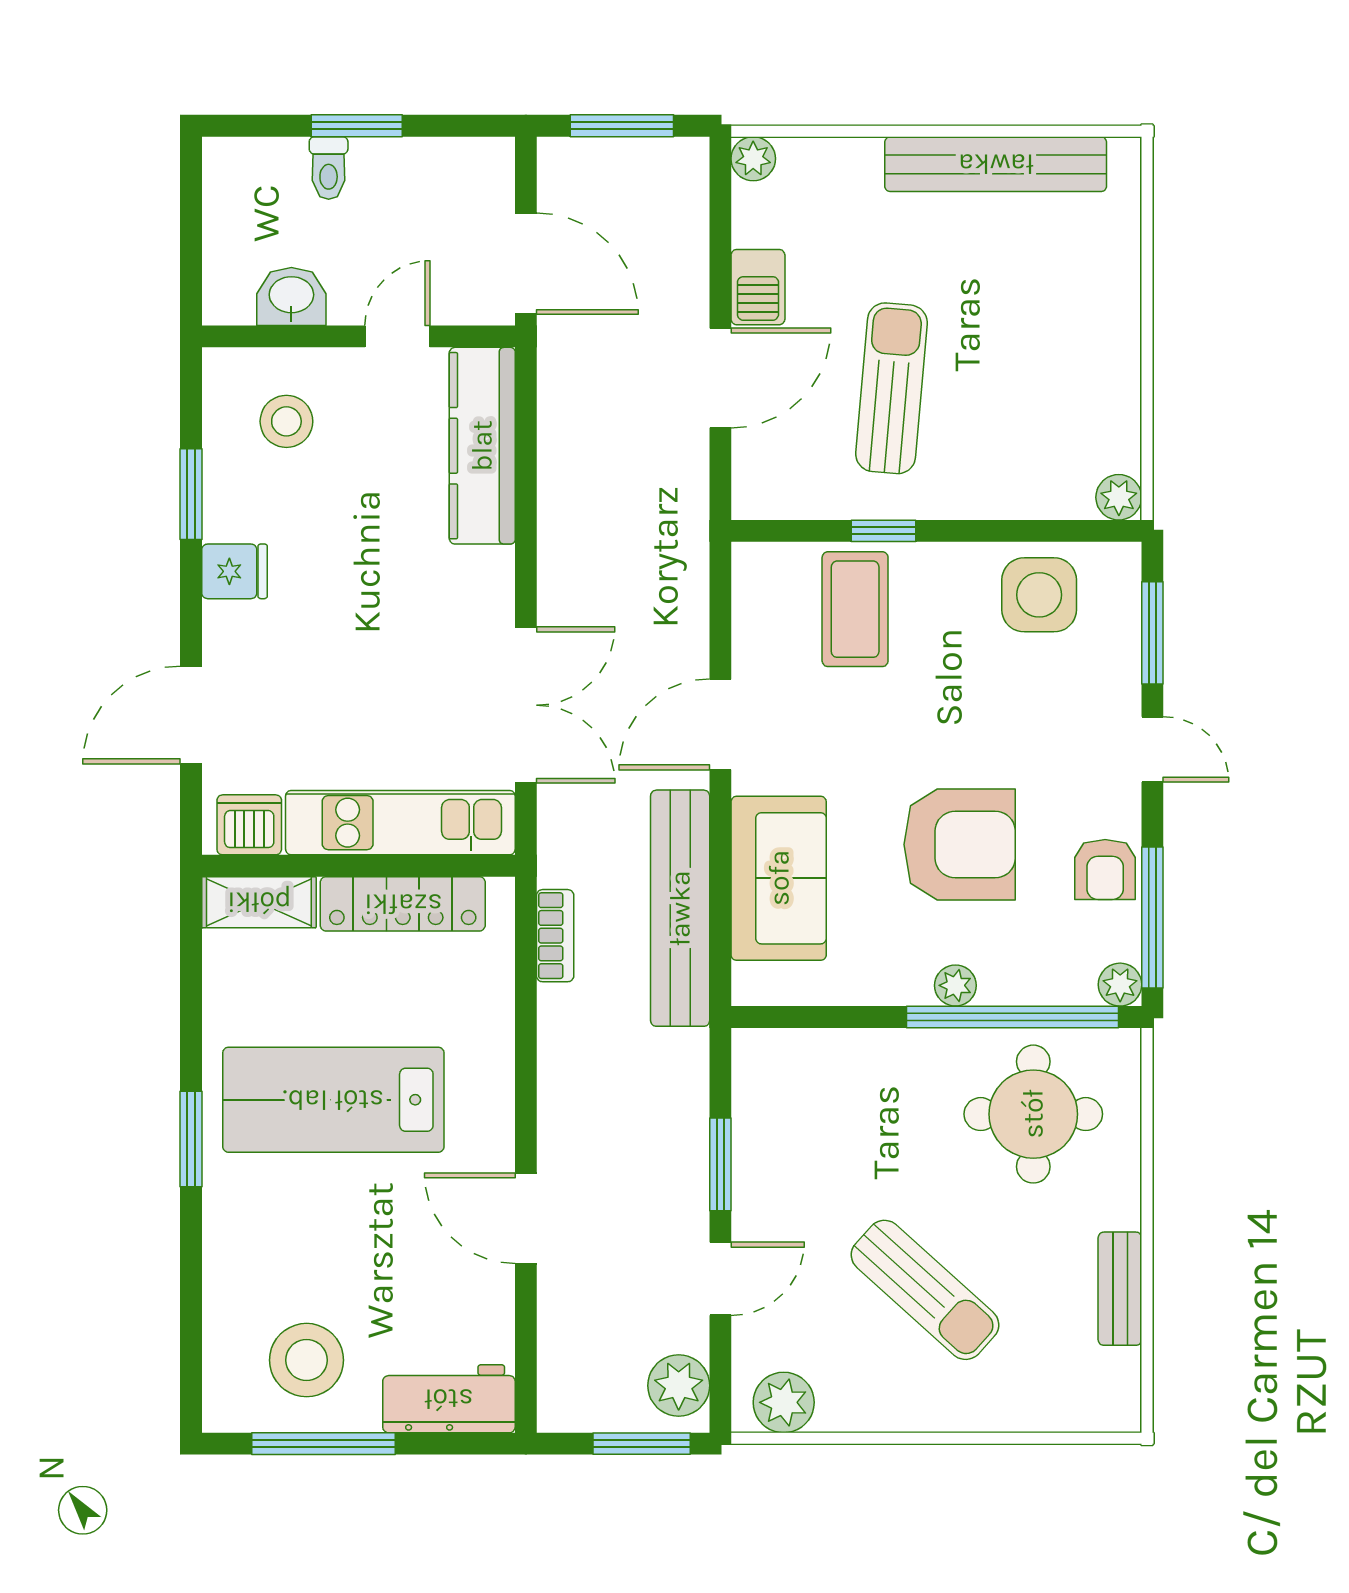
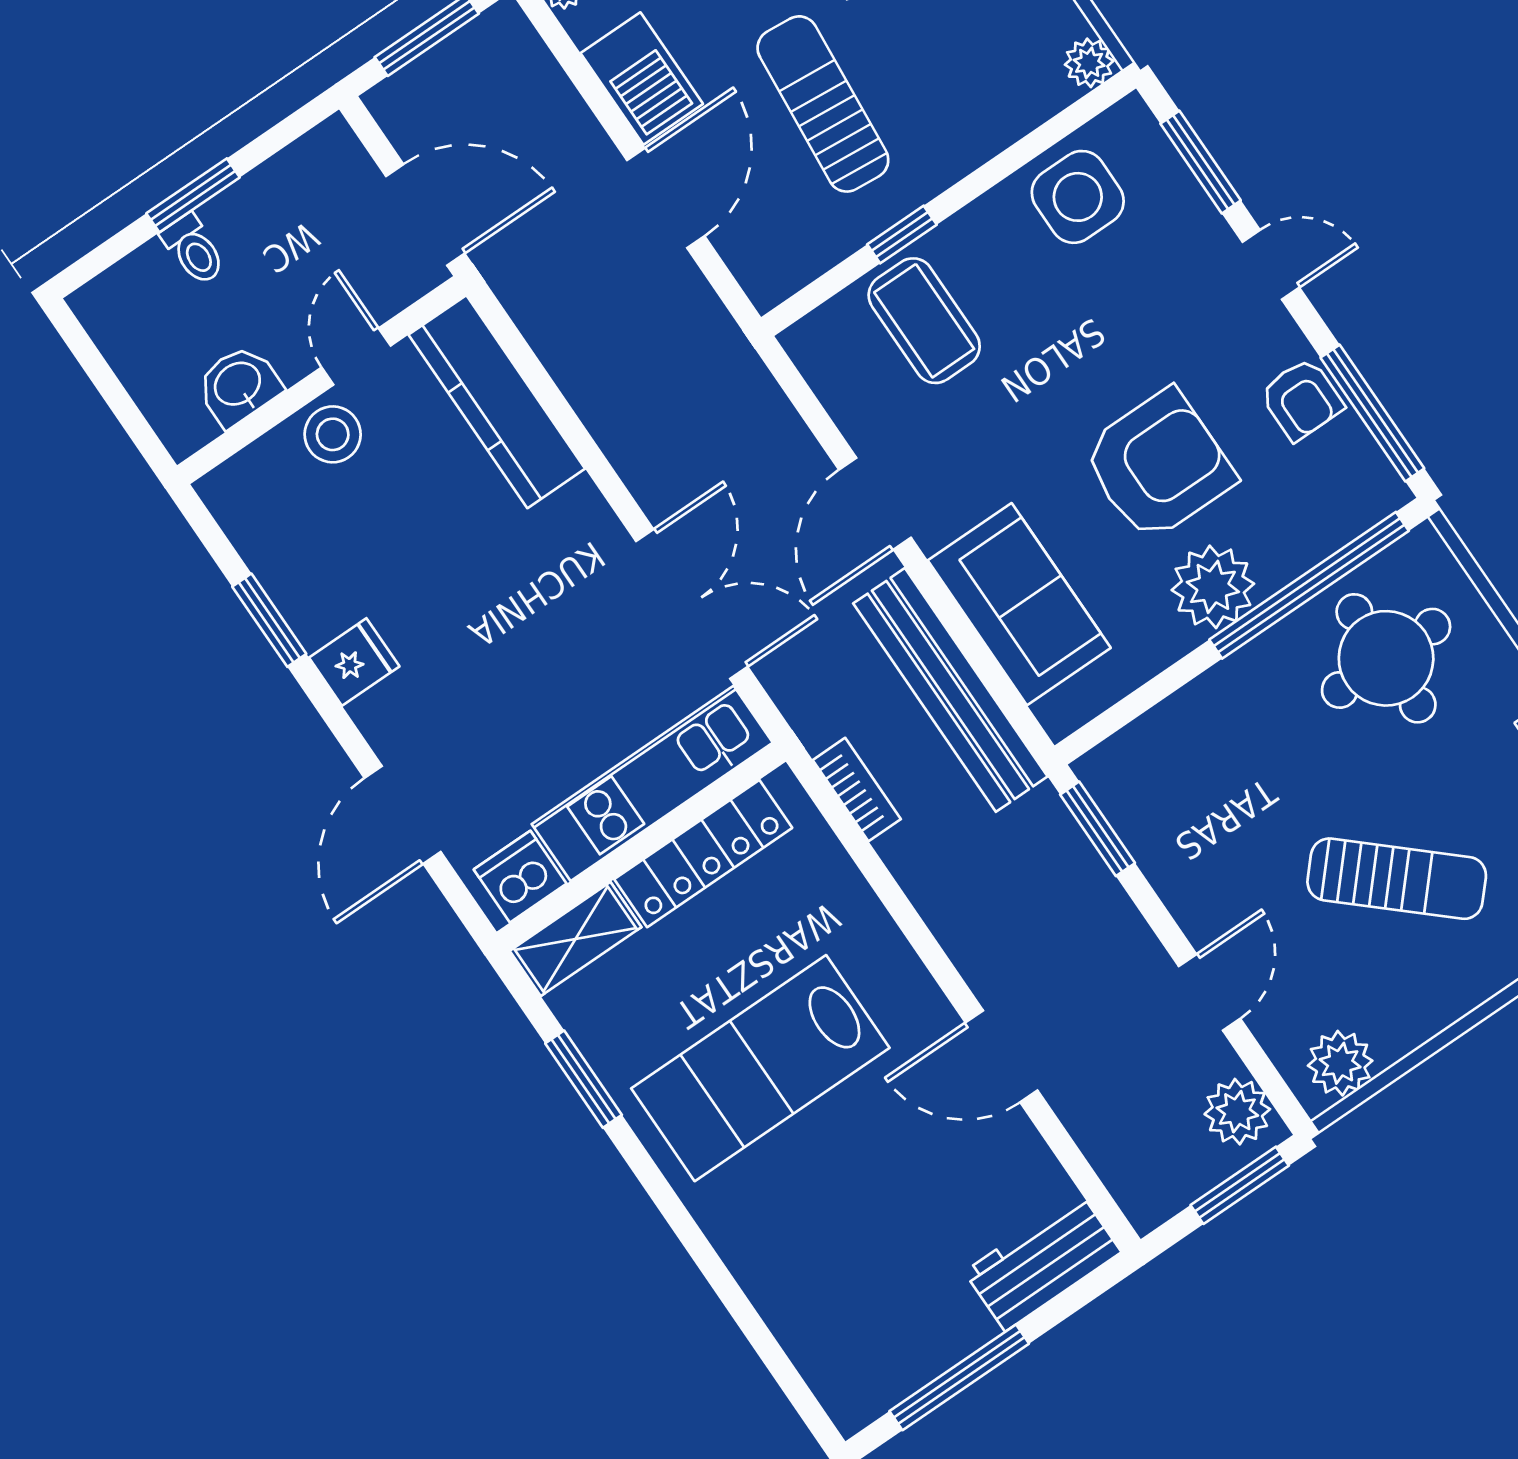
barbecue: (758, 287) -> (642, 79), width x1.38, depth x1.27
stool: (286, 421) -> (333, 434), moved
plant: (955, 985) -> (1213, 587), width x1.87, depth x1.87
plant: (1120, 985) -> (1384, 492), removed
window: (191, 1139) -> (584, 1079), moved
window: (720, 1164) -> (1098, 829), moved
stool: (307, 1360) -> (894, 1314), removed

